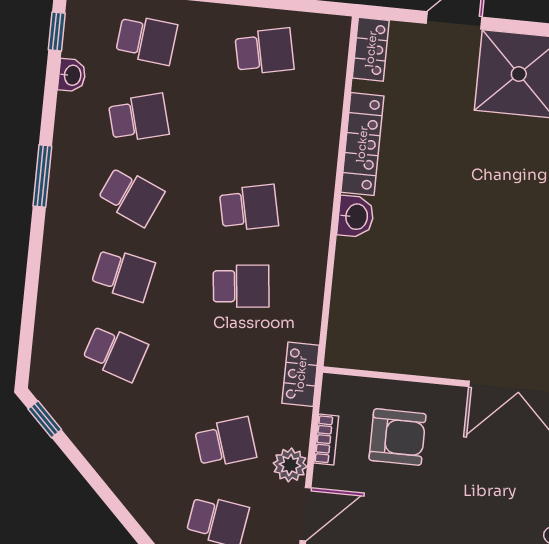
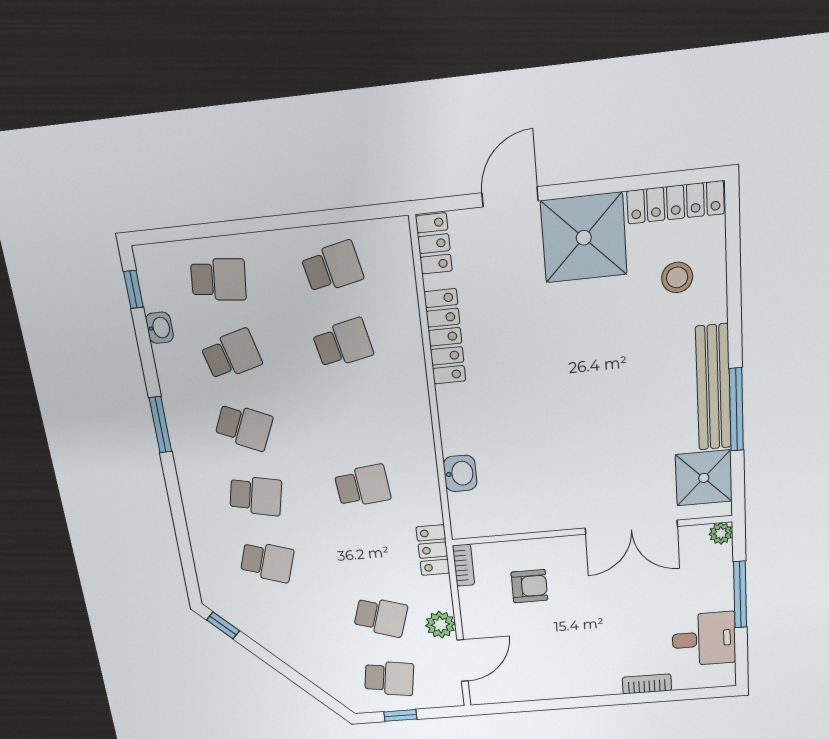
school desk: (249, 208) -> (343, 343), moved
washbasin: (356, 217) -> (460, 473), moved
armchair: (397, 437) -> (529, 586), width x0.72, depth x0.72
bookcase: (326, 439) -> (464, 565), moved
school desk: (225, 443) -> (381, 617), turned 36

